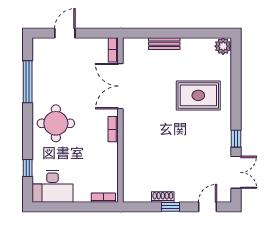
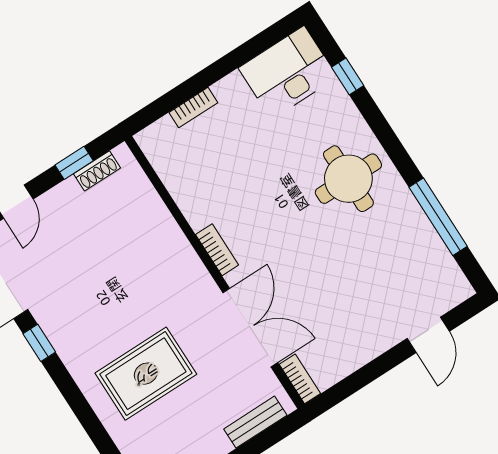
bookcase: (113, 50) -> (300, 379), moved
double door: (120, 86) -> (250, 328), moved
wall: (120, 120) -> (215, 272), moved
bookcase: (113, 129) -> (217, 250), moved

